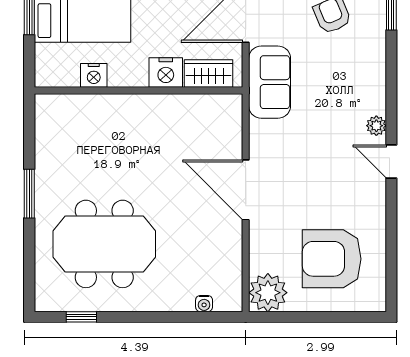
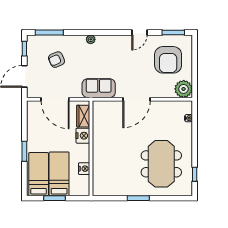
sofa: (270, 82) -> (99, 88), moved
plant: (376, 126) -> (91, 39), moved
door: (391, 161) -> (140, 32), moved
window: (391, 270) -> (173, 32), added

